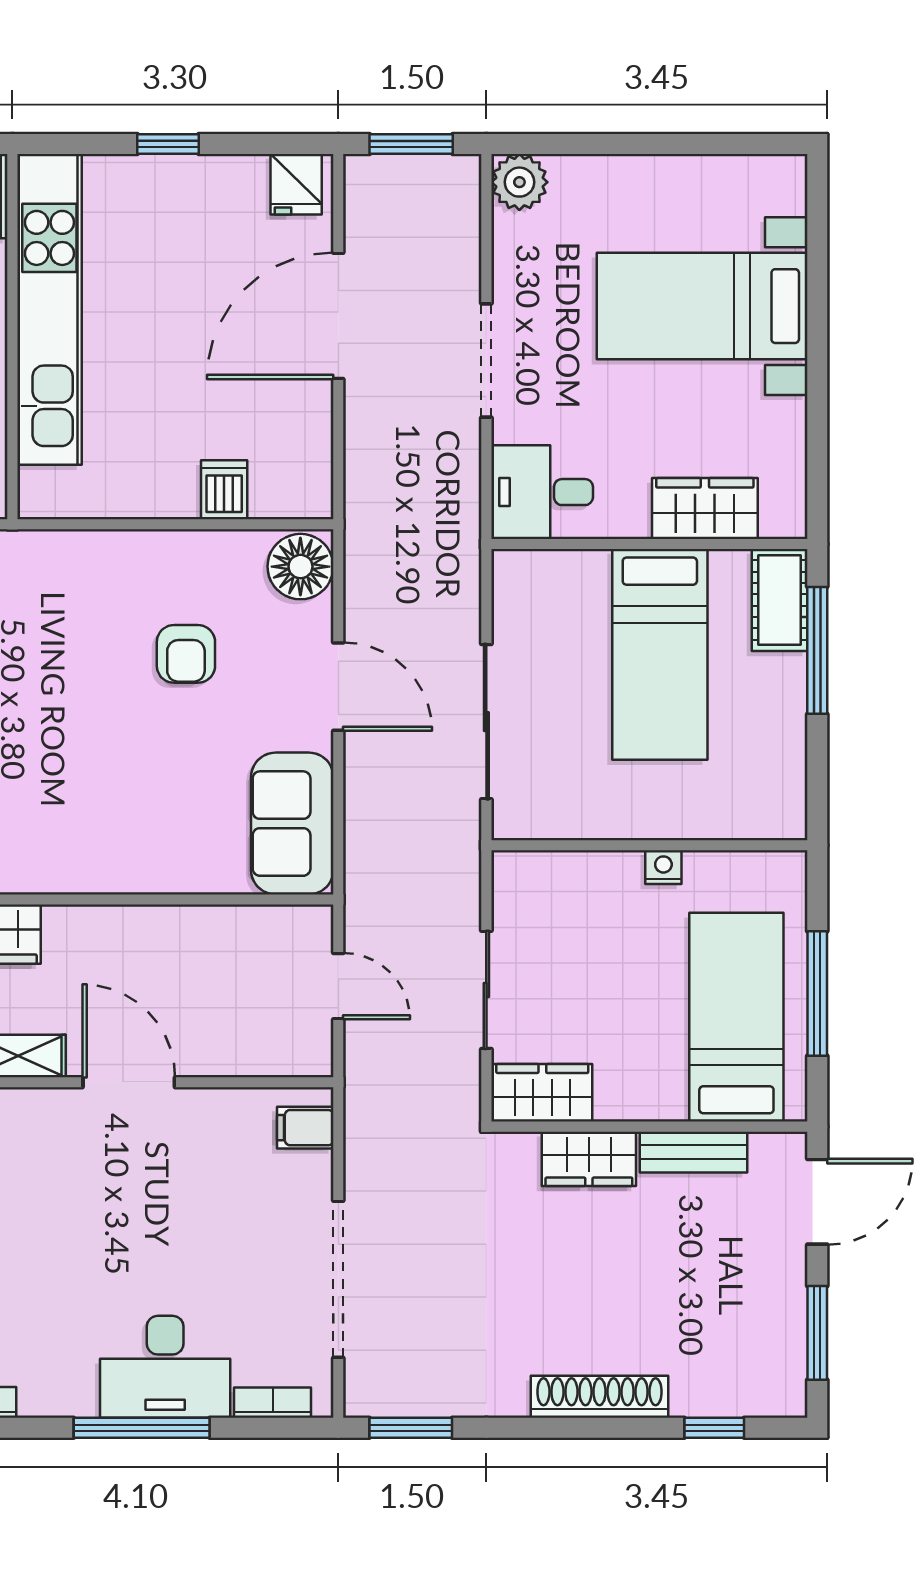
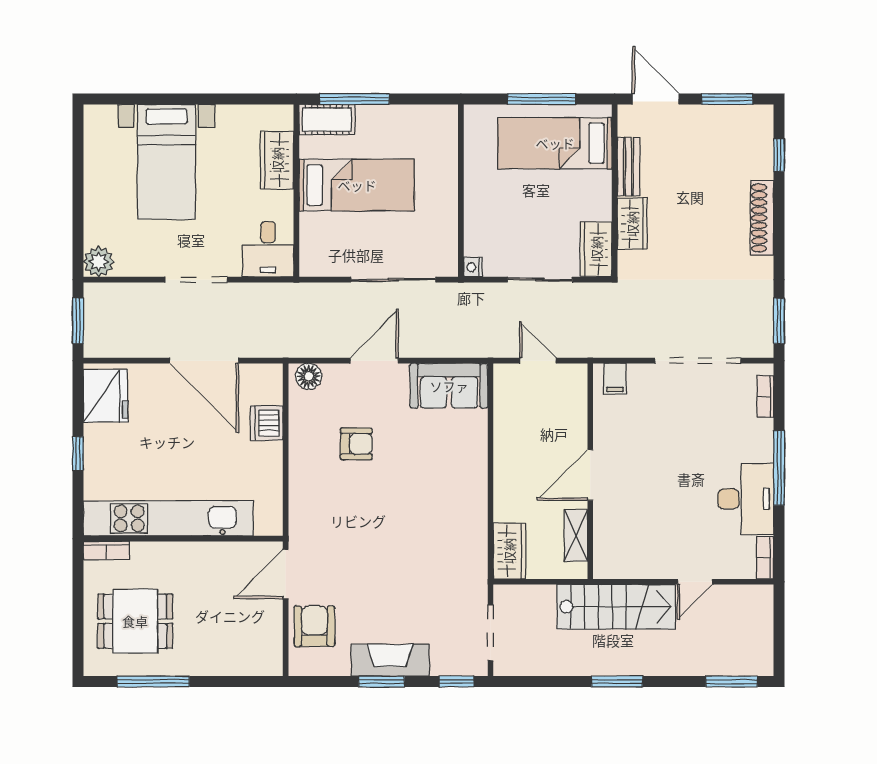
fridge: (296, 184) -> (106, 396), width x1.88, depth x1.34
door: (338, 316) -> (204, 361), moved
dishwasher: (224, 490) -> (267, 423), width x1.38
floor lamp: (300, 567) -> (309, 376), width x0.73, depth x0.73
nightstand: (663, 867) -> (473, 267), moved
door: (338, 986) -> (538, 361), hinge flipped
desk: (165, 1367) -> (746, 499), moved

